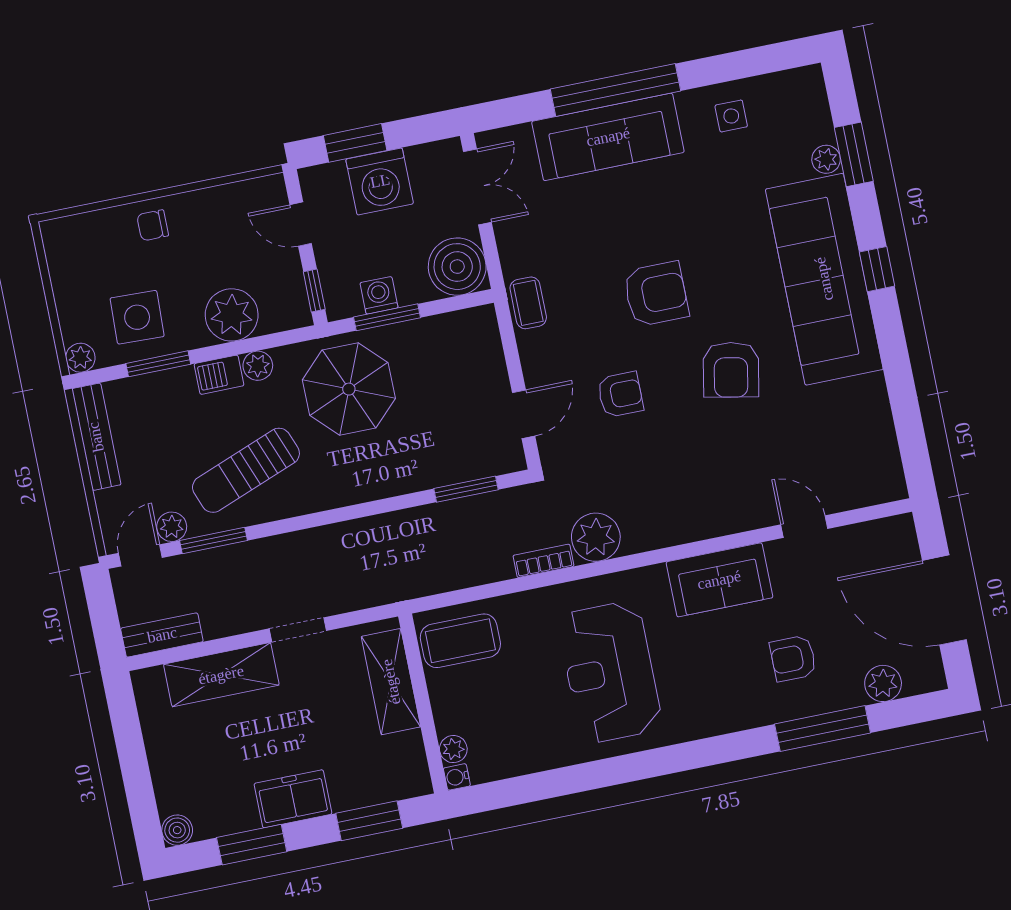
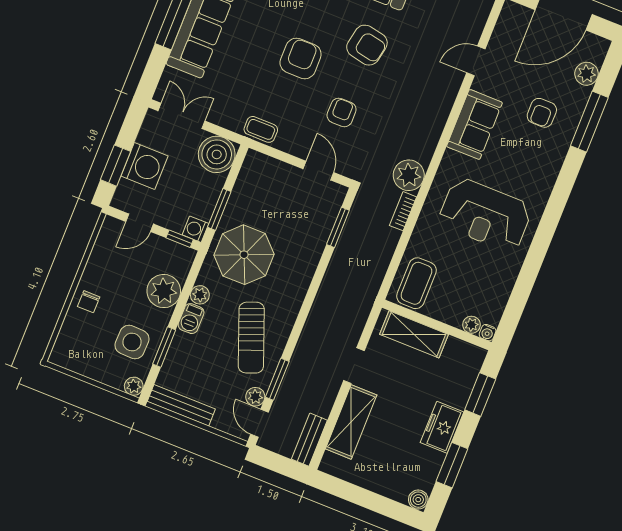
washing machine: (379, 295) -> (195, 229), moved

